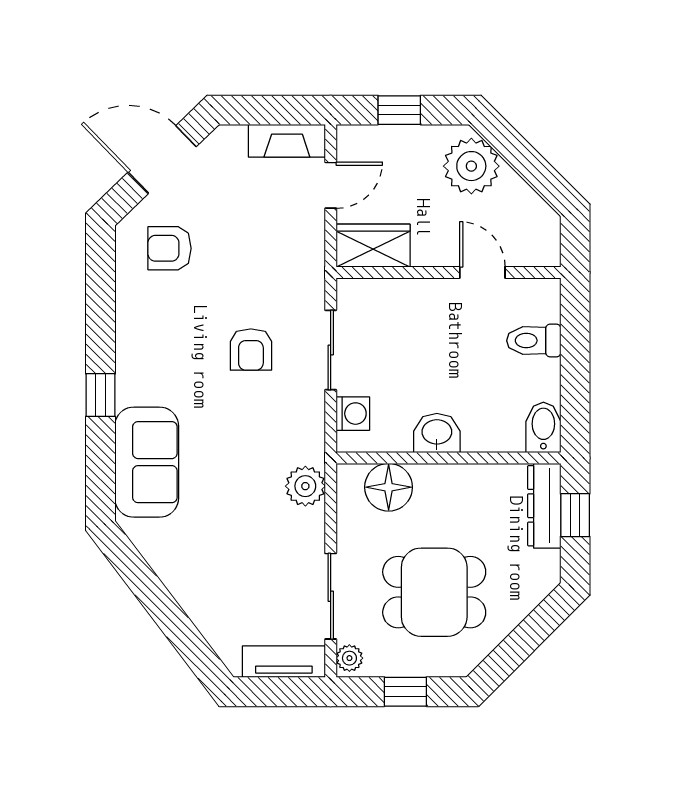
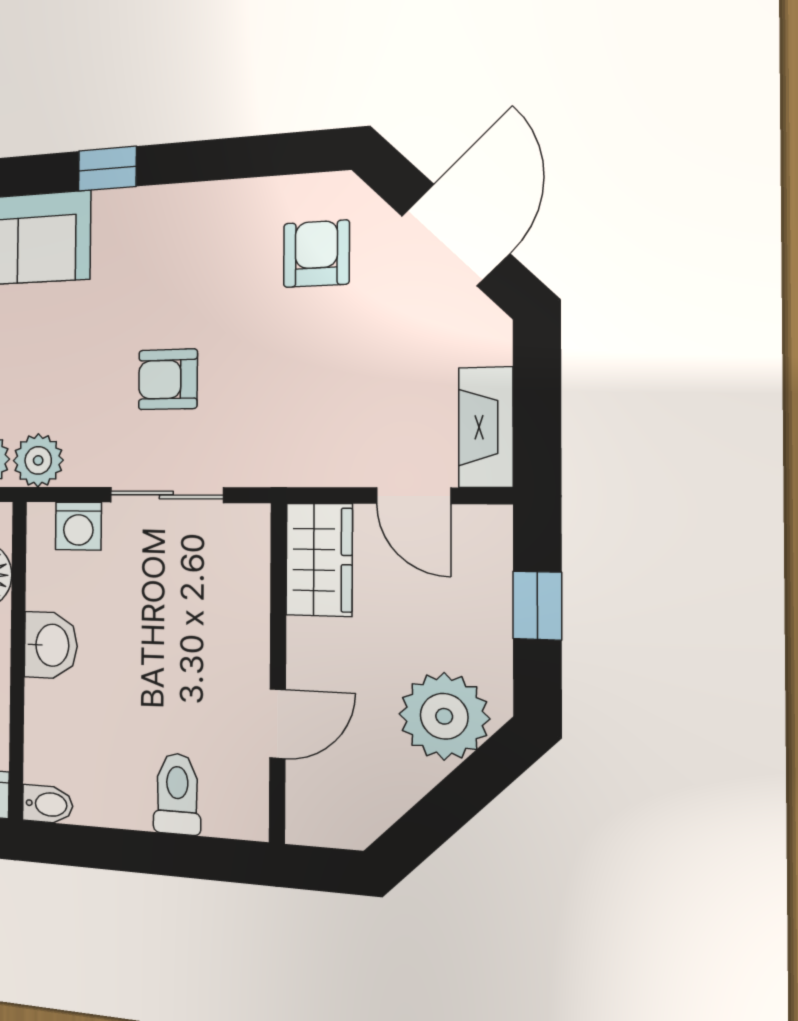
bidet: (543, 427) -> (48, 804), width x0.72, depth x0.74
plant: (306, 444) -> (38, 460), added

